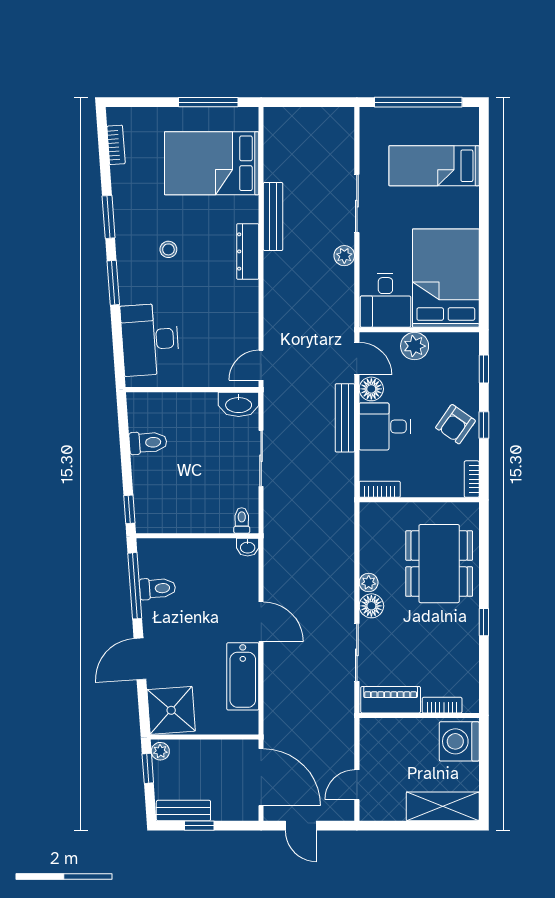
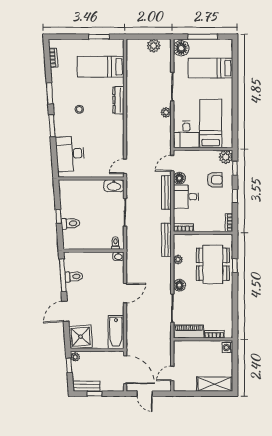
window: (208, 102) -> (99, 37), width x0.69
window: (418, 102) -> (203, 37), width x0.68
plant: (319, 120) -> (154, 46), added
floor lamp: (375, 126) -> (181, 48), added
bed: (212, 163) -> (101, 67), width x0.67
bench: (273, 217) -> (166, 240), moved
dresser: (248, 251) -> (118, 100), moved
bed: (446, 278) -> (211, 123), width x0.67
plant: (415, 346) -> (226, 157), moved
door: (357, 359) -> (172, 163), swing flipped
armchair: (455, 424) -> (215, 180), moved, turned -125
toilet: (148, 443) -> (71, 223), moved
window: (129, 509) -> (58, 216), moved
plant: (369, 582) -> (178, 260), moved
door: (261, 622) -> (125, 293), hinge flipped
window: (484, 622) -> (235, 266), moved
bathtub: (243, 676) -> (116, 332), moved
washing machine: (459, 741) -> (227, 347), width x0.53, depth x0.53

